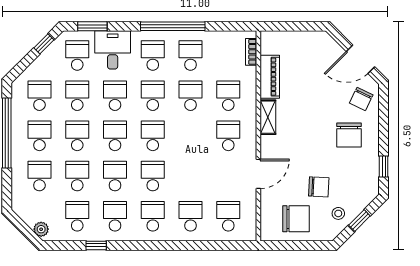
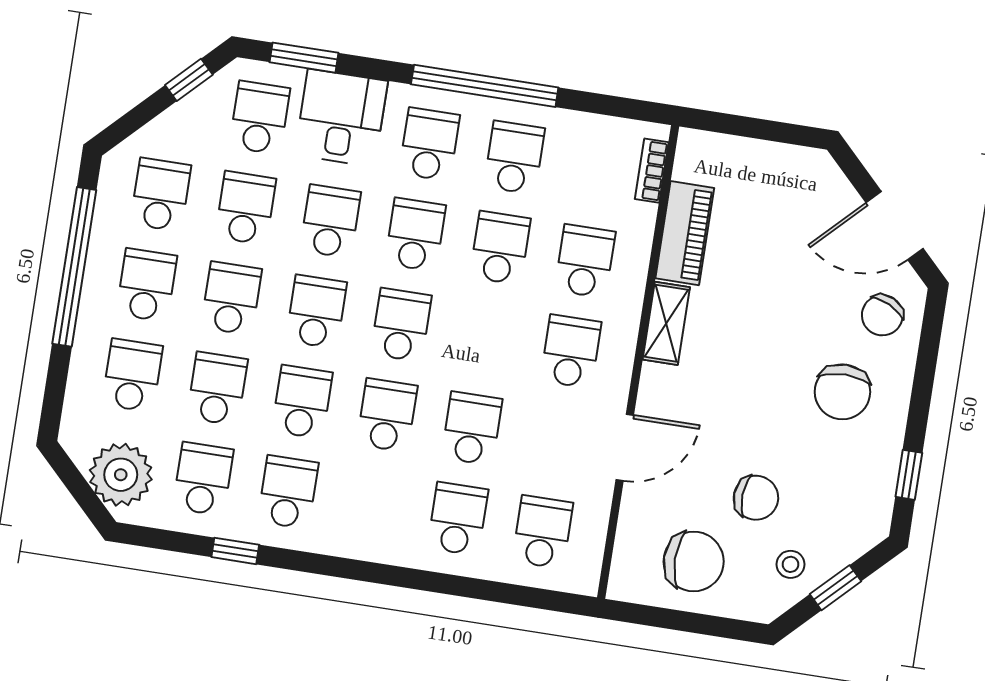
school desk: (153, 216) -> (472, 428), moved
plant: (41, 229) -> (121, 475), width x1.88, depth x1.88

